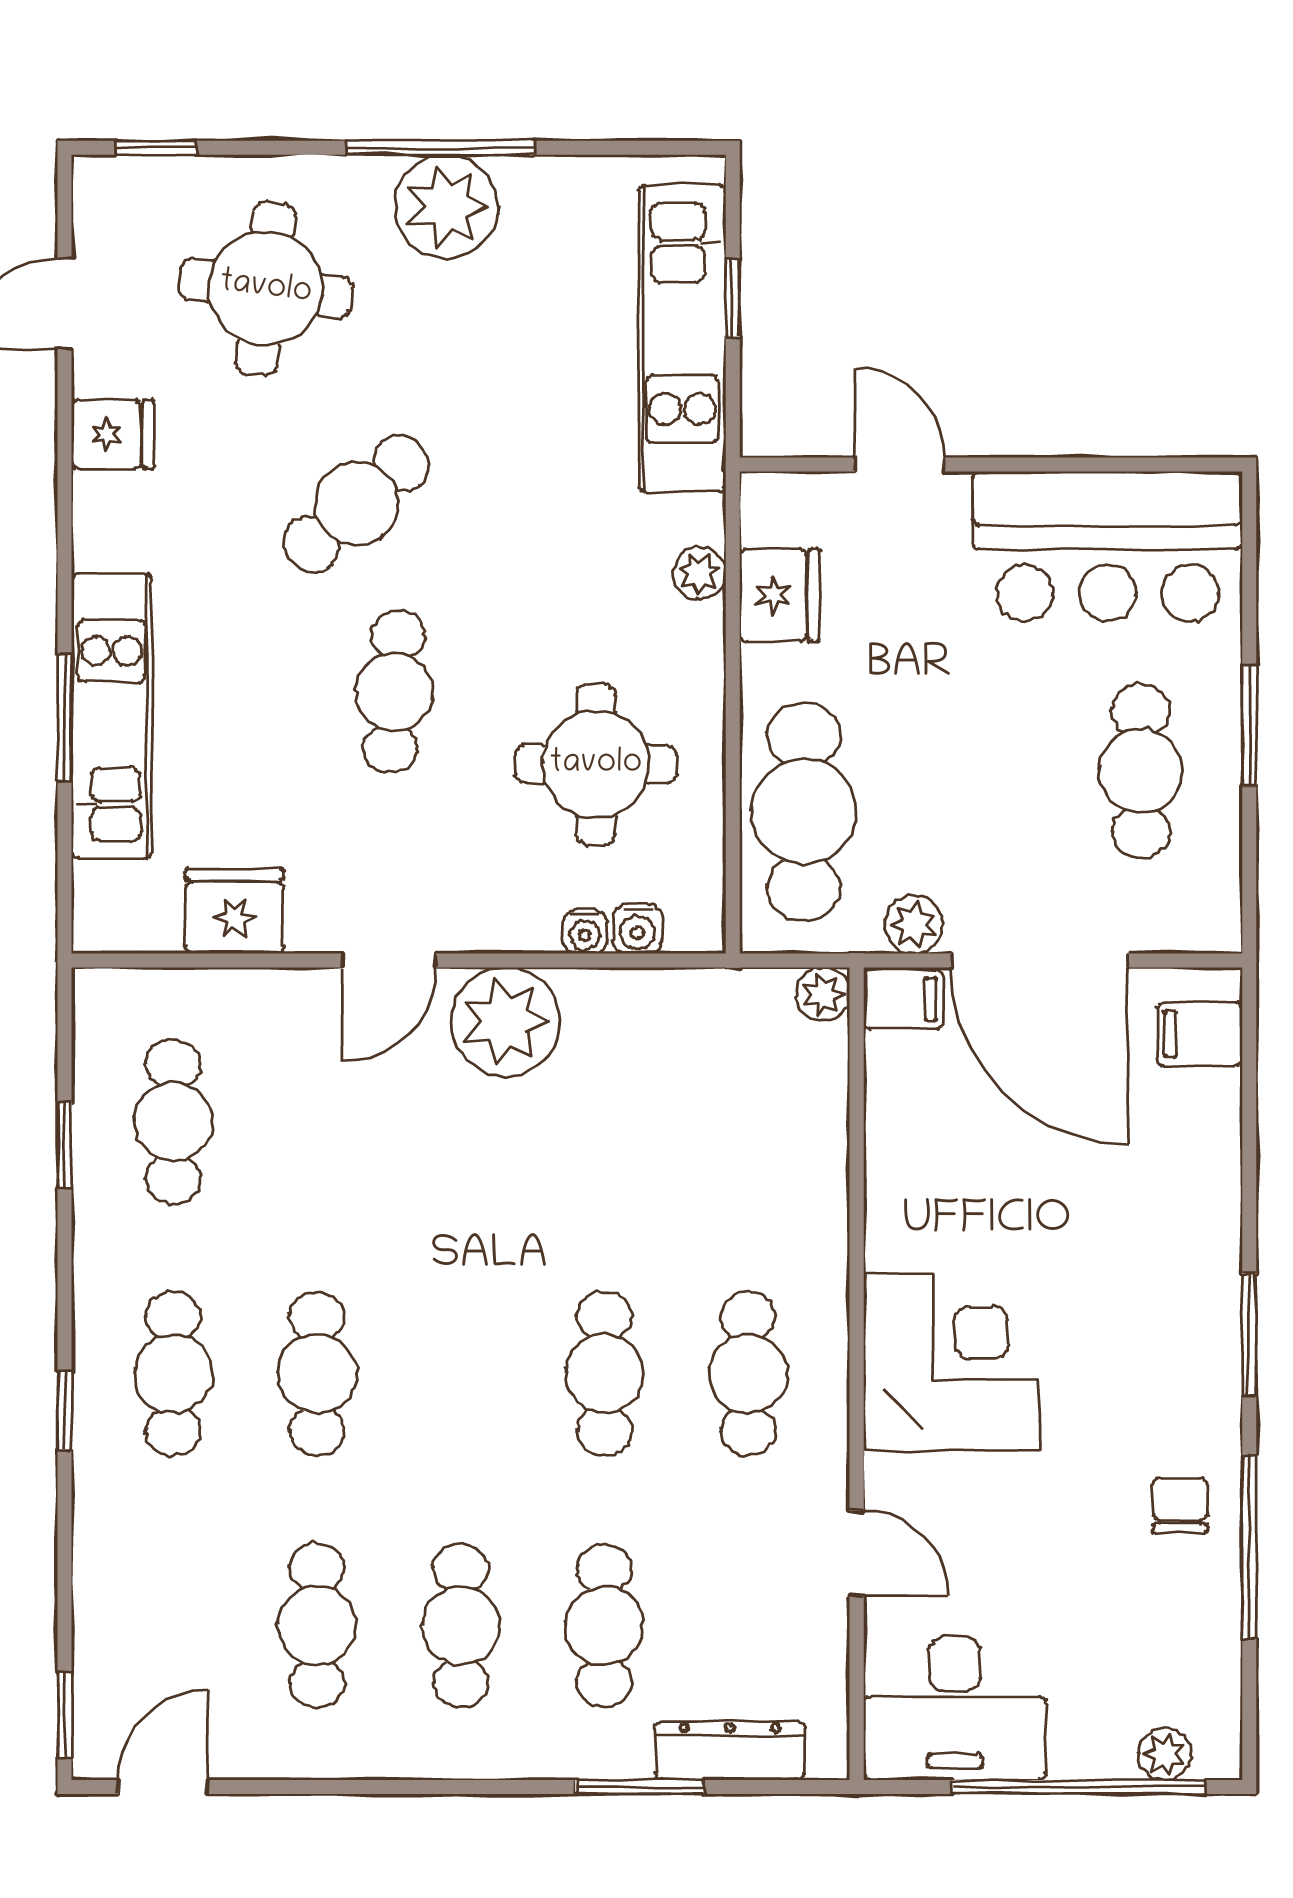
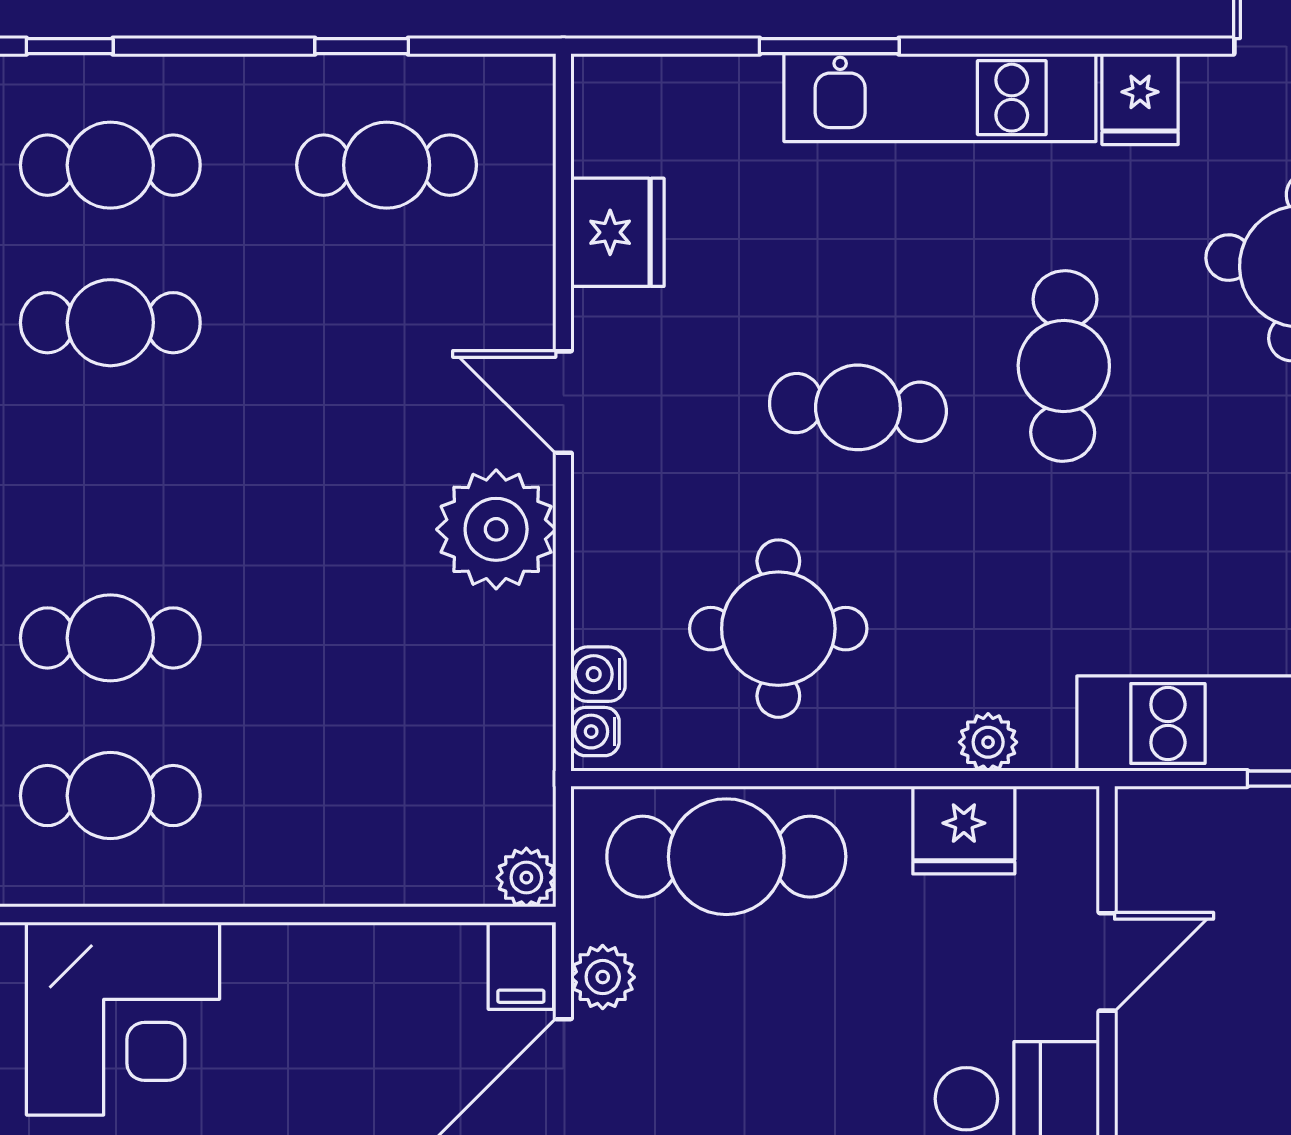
cafe table: (356, 504) -> (1064, 366), turned 43
kitchen unit: (112, 716) -> (940, 98), moved
water cooler: (585, 932) -> (595, 732), moved

